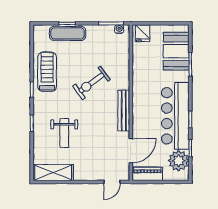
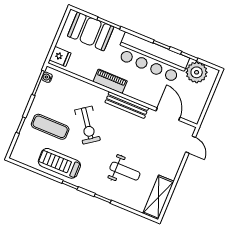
exercise mat: (68, 33) -> (50, 127), moved, turned 90
piano: (147, 174) -> (110, 81), moved, turned 90

